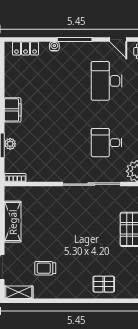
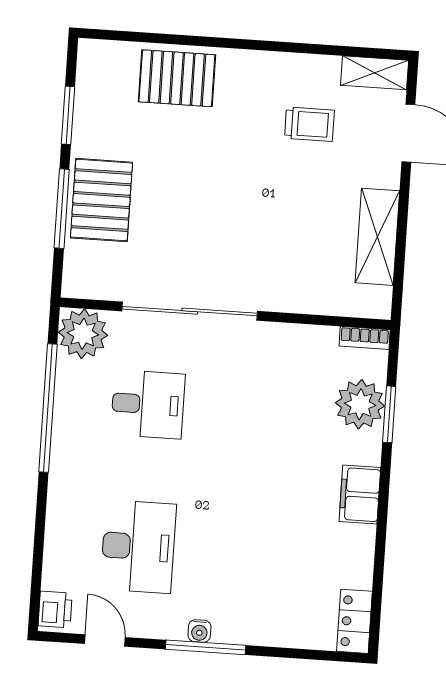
water cooler: (54, 46) -> (199, 631), moved
locker: (26, 48) -> (354, 621), moved, turned -90
plant: (10, 144) -> (360, 404), width x1.88, depth x1.88
pallet: (104, 284) -> (177, 78), width x1.50, depth x1.42

